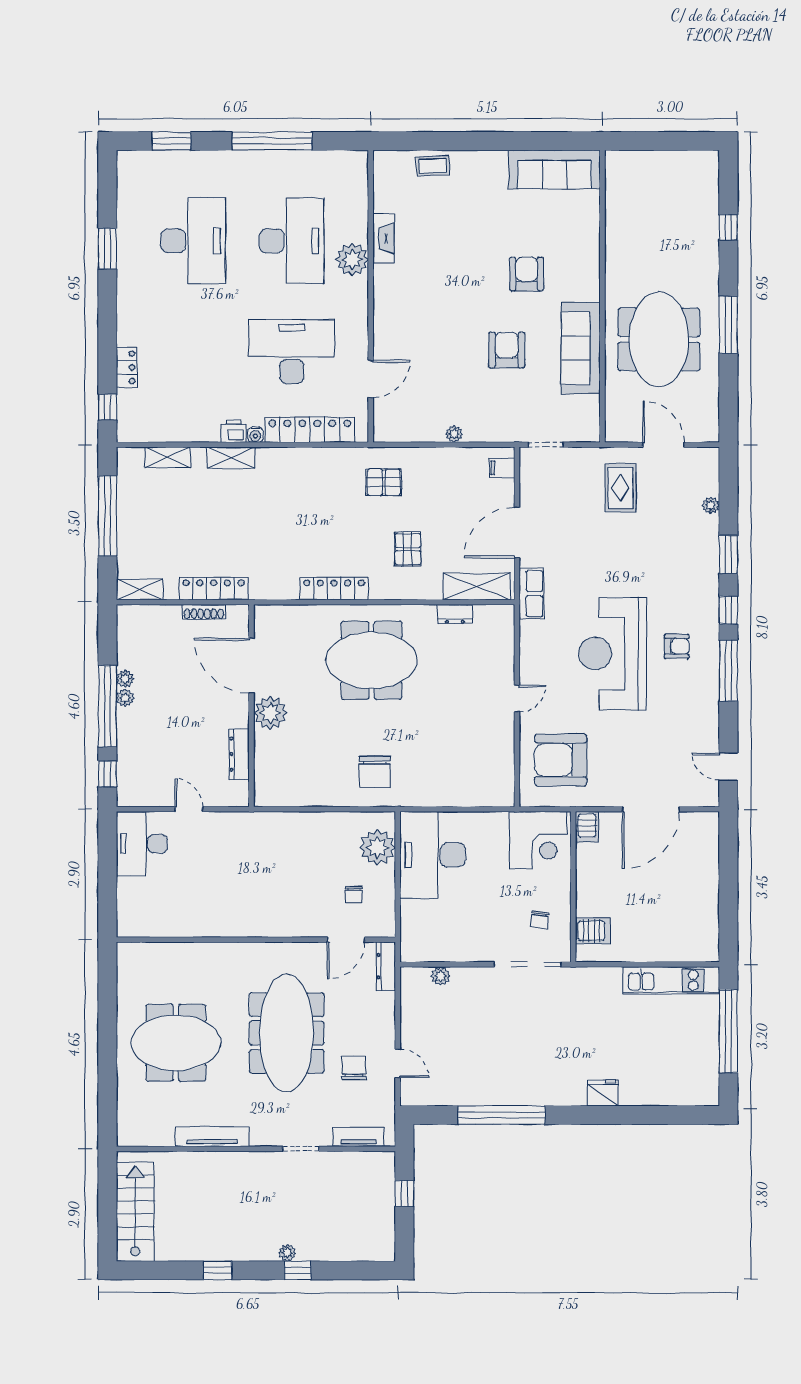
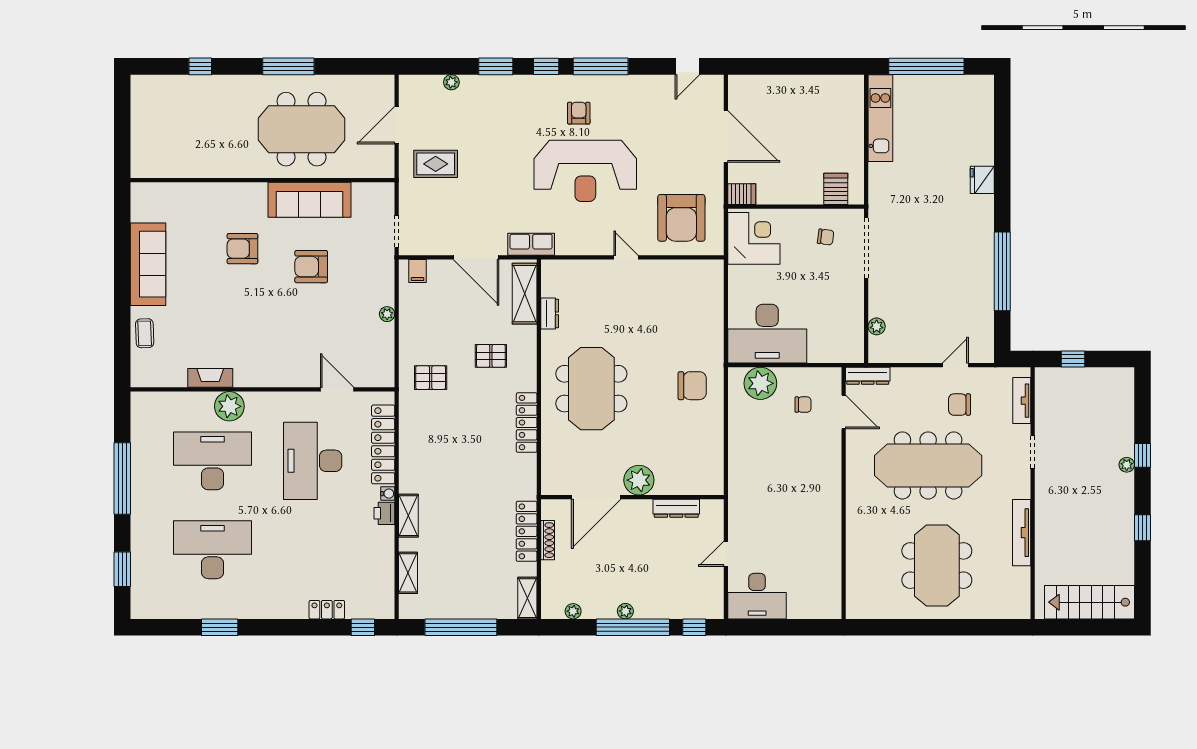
sofa: (554, 169) -> (148, 264), moved
pallet: (384, 482) -> (431, 378), turned 90
plant: (125, 679) -> (573, 611), moved

